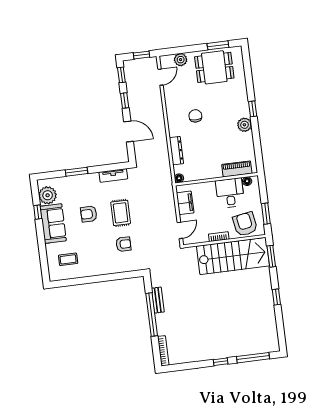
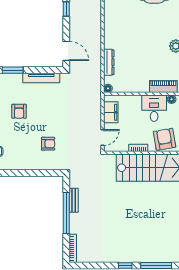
chair: (195, 116) -> (131, 32), removed
door: (129, 131) -> (66, 51), moved
tv unit: (113, 175) -> (41, 78), width x1.41
rug: (121, 213) -> (49, 114), removed
armchair: (89, 214) -> (19, 111), turned -90

